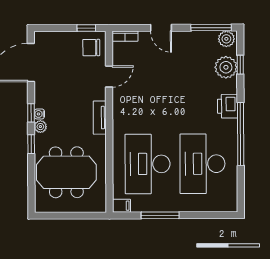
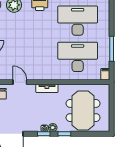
desk: (148, 164) -> (78, 57), turned 180
desk: (202, 164) -> (78, 21), turned 180

